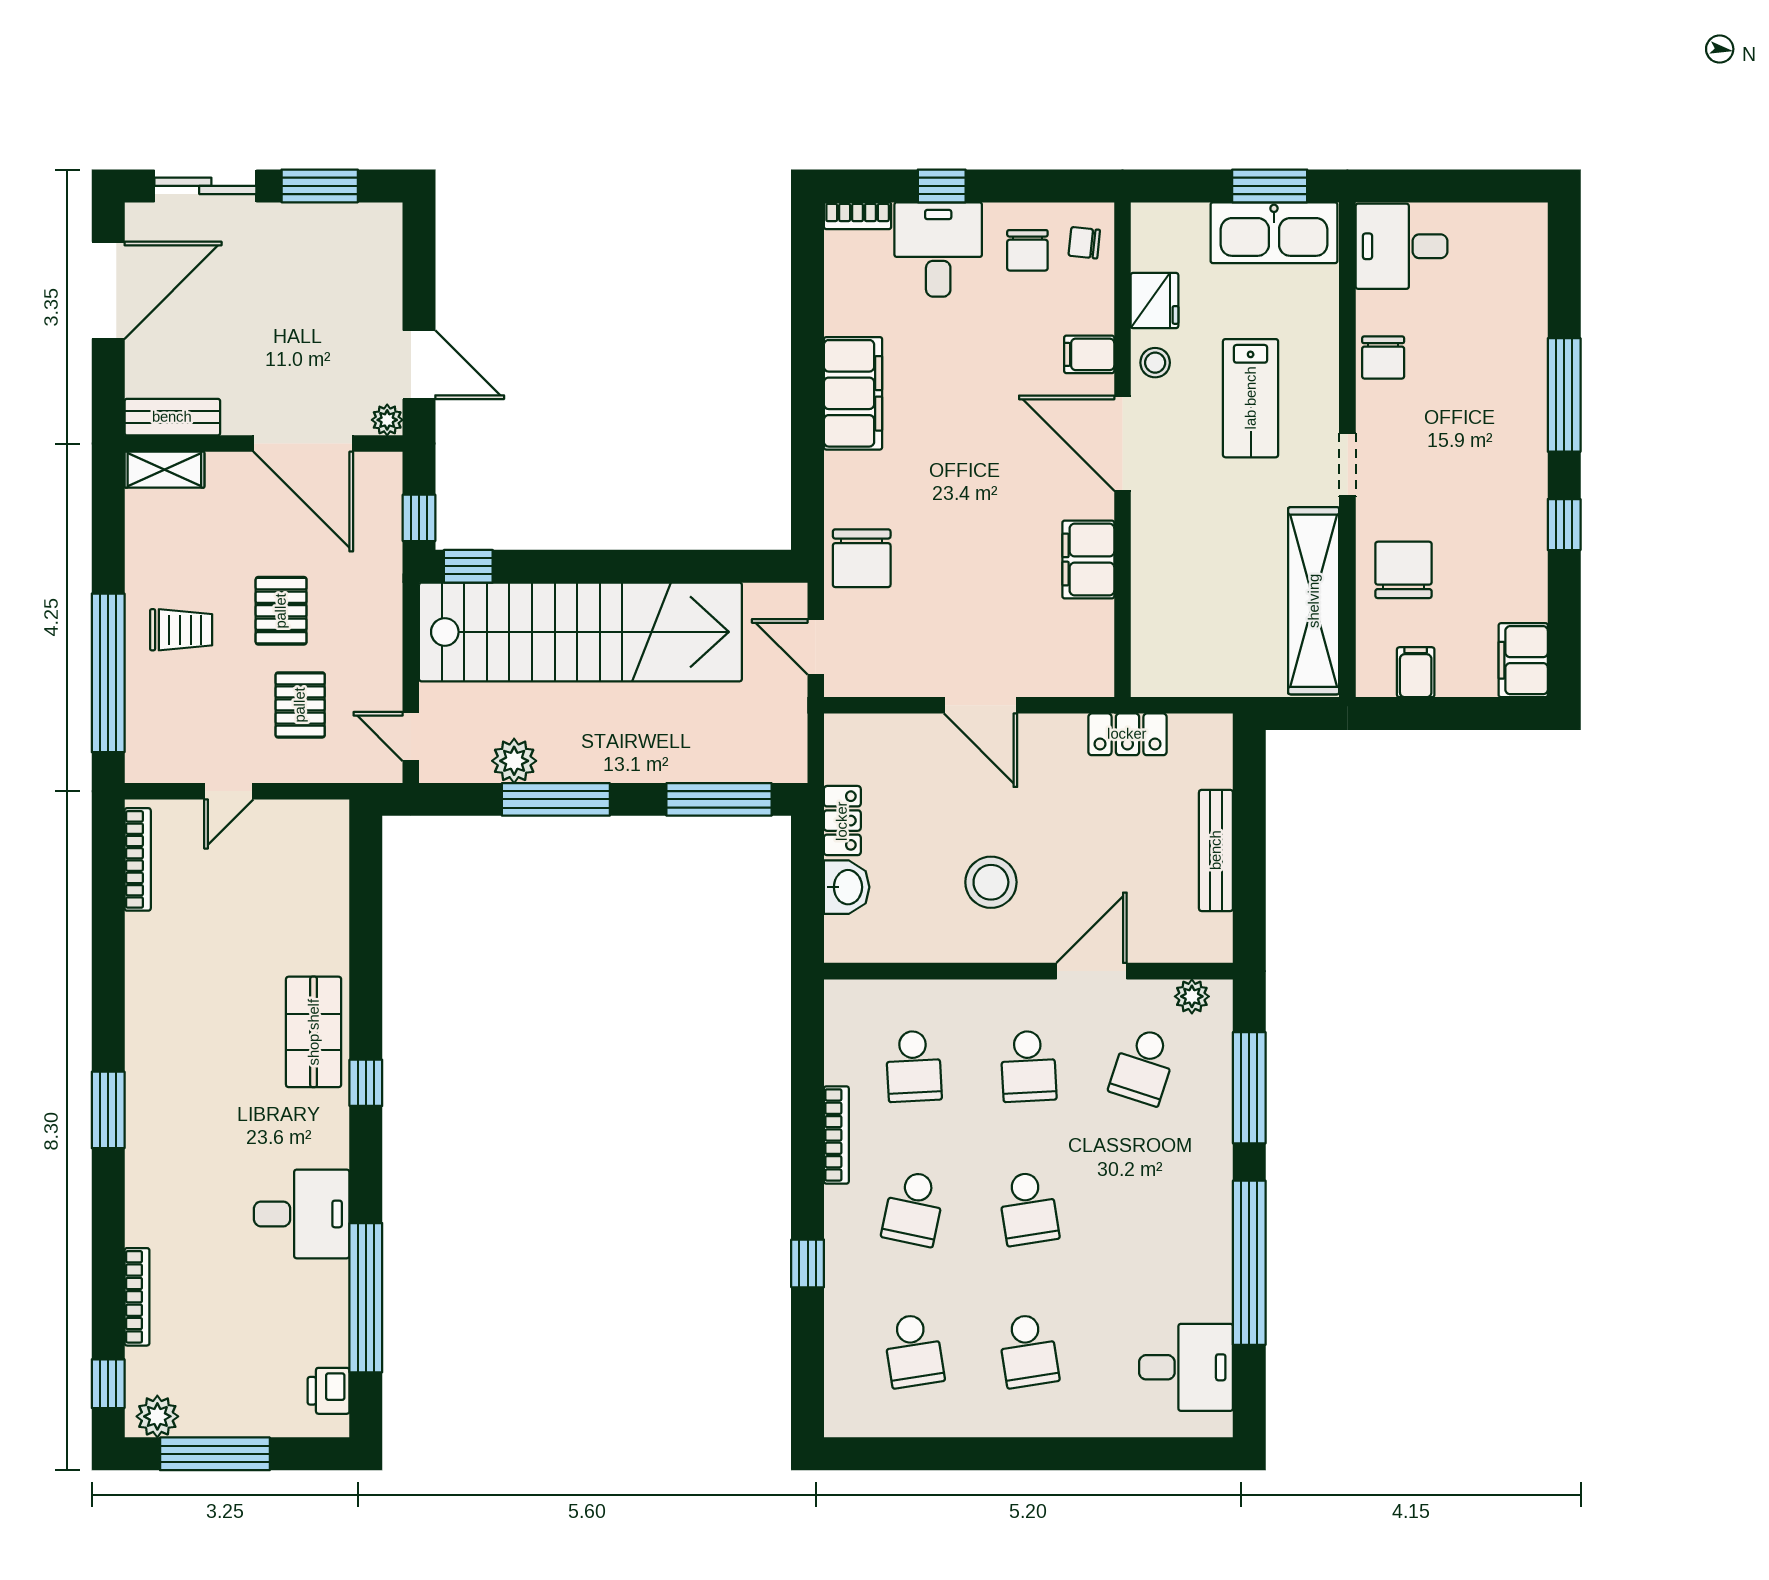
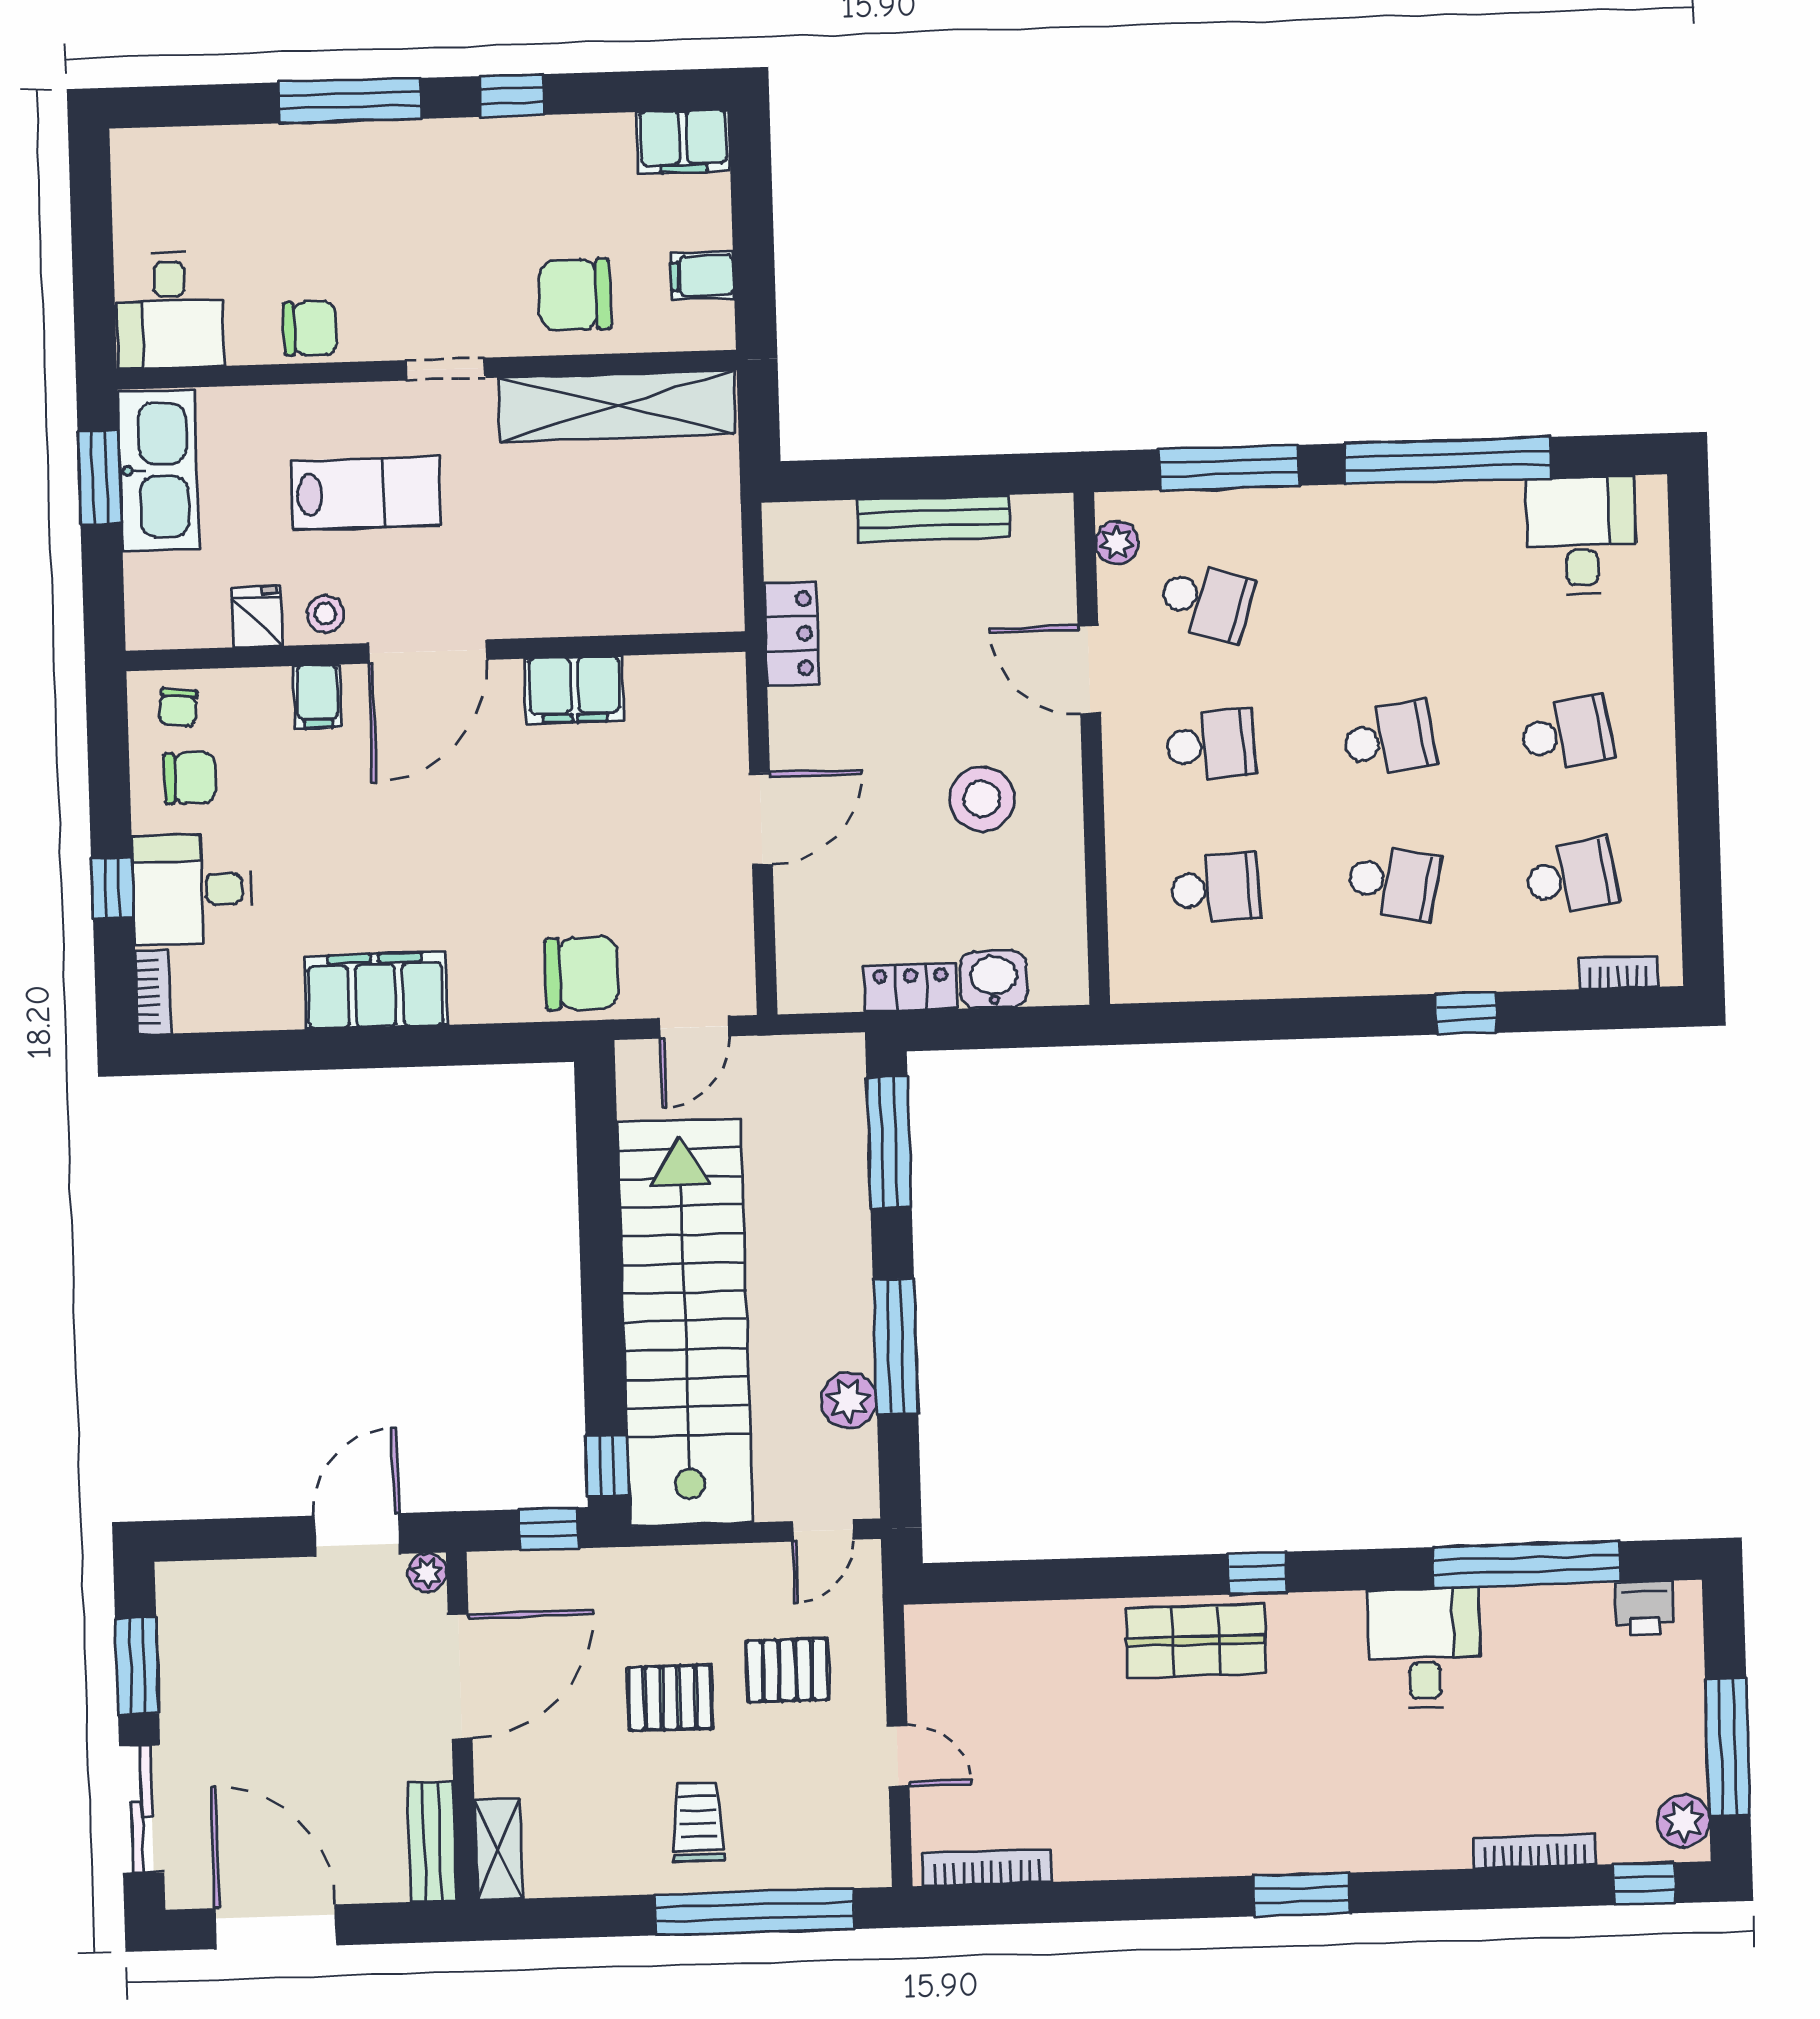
fridge: (1154, 301) -> (257, 617), width x0.72
bookcase: (836, 1135) -> (1618, 972), moved, width x0.64

